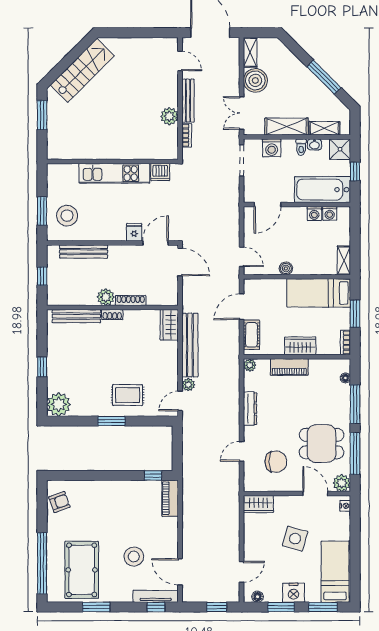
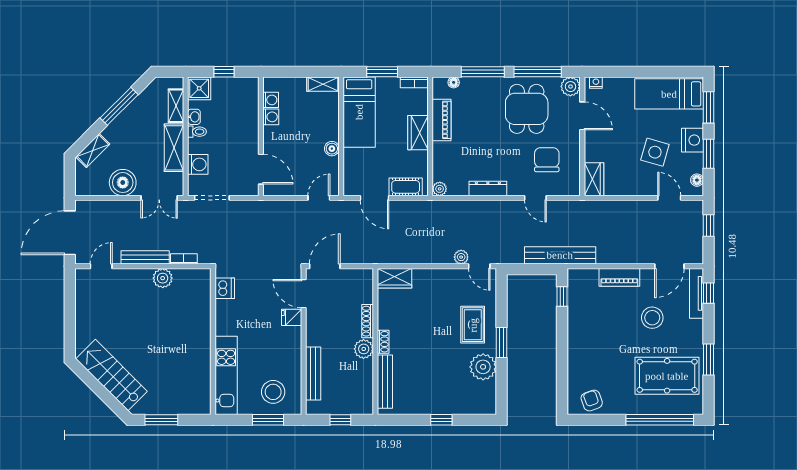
shelving: (250, 52) -> (93, 150), moved, turned -45
kitchen unit: (114, 173) -> (226, 375), moved
bathtub: (323, 190) -> (244, 108), removed
bench: (190, 345) -> (560, 255), moved
piano: (289, 367) -> (441, 120), moved
plant: (59, 404) -> (483, 367), moved
door: (315, 494) -> (582, 116), swing flipped
piano: (170, 498) -> (619, 277), moved
side table: (295, 539) -> (655, 152), moved

